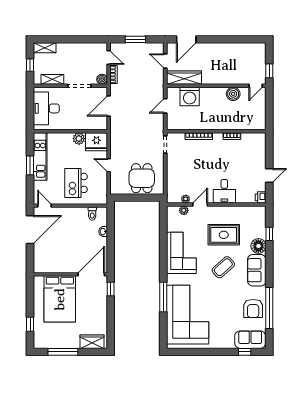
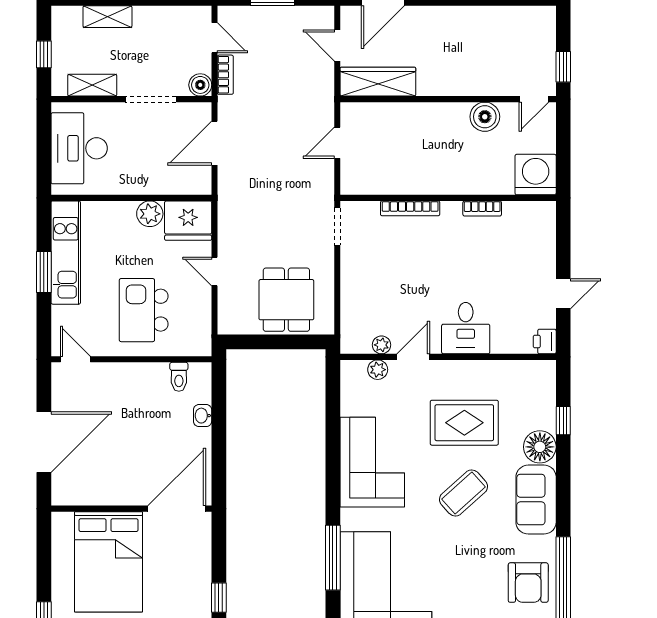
shelving: (45, 48) -> (107, 17), moved
washing machine: (190, 96) -> (536, 175), moved, turned 180
door: (30, 230) -> (44, 442), moved
window: (111, 289) -> (219, 598), moved

